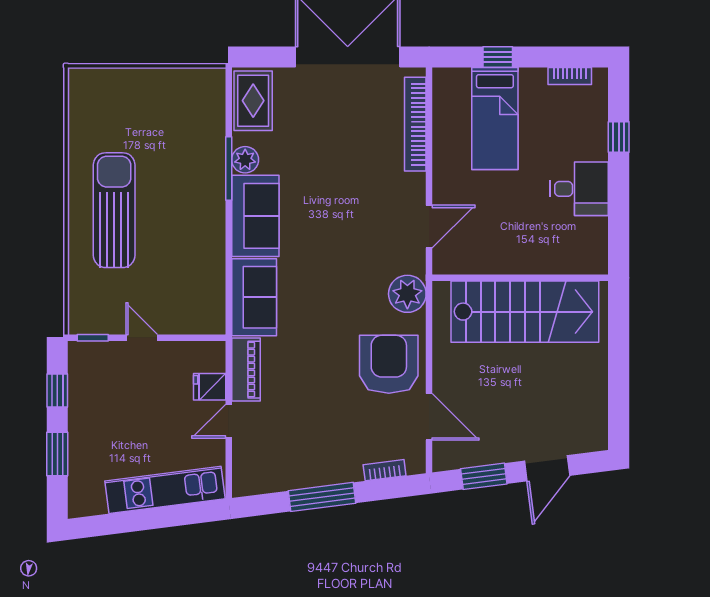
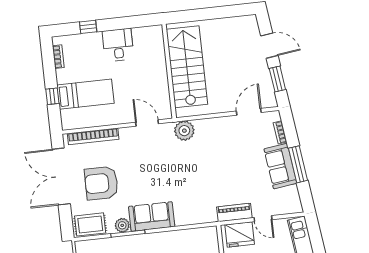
sofa: (254, 297) -> (280, 166), moved, turned -97
armchair: (389, 364) -> (101, 183), moved
fridge: (210, 387) -> (240, 234), width x1.88, depth x1.34

